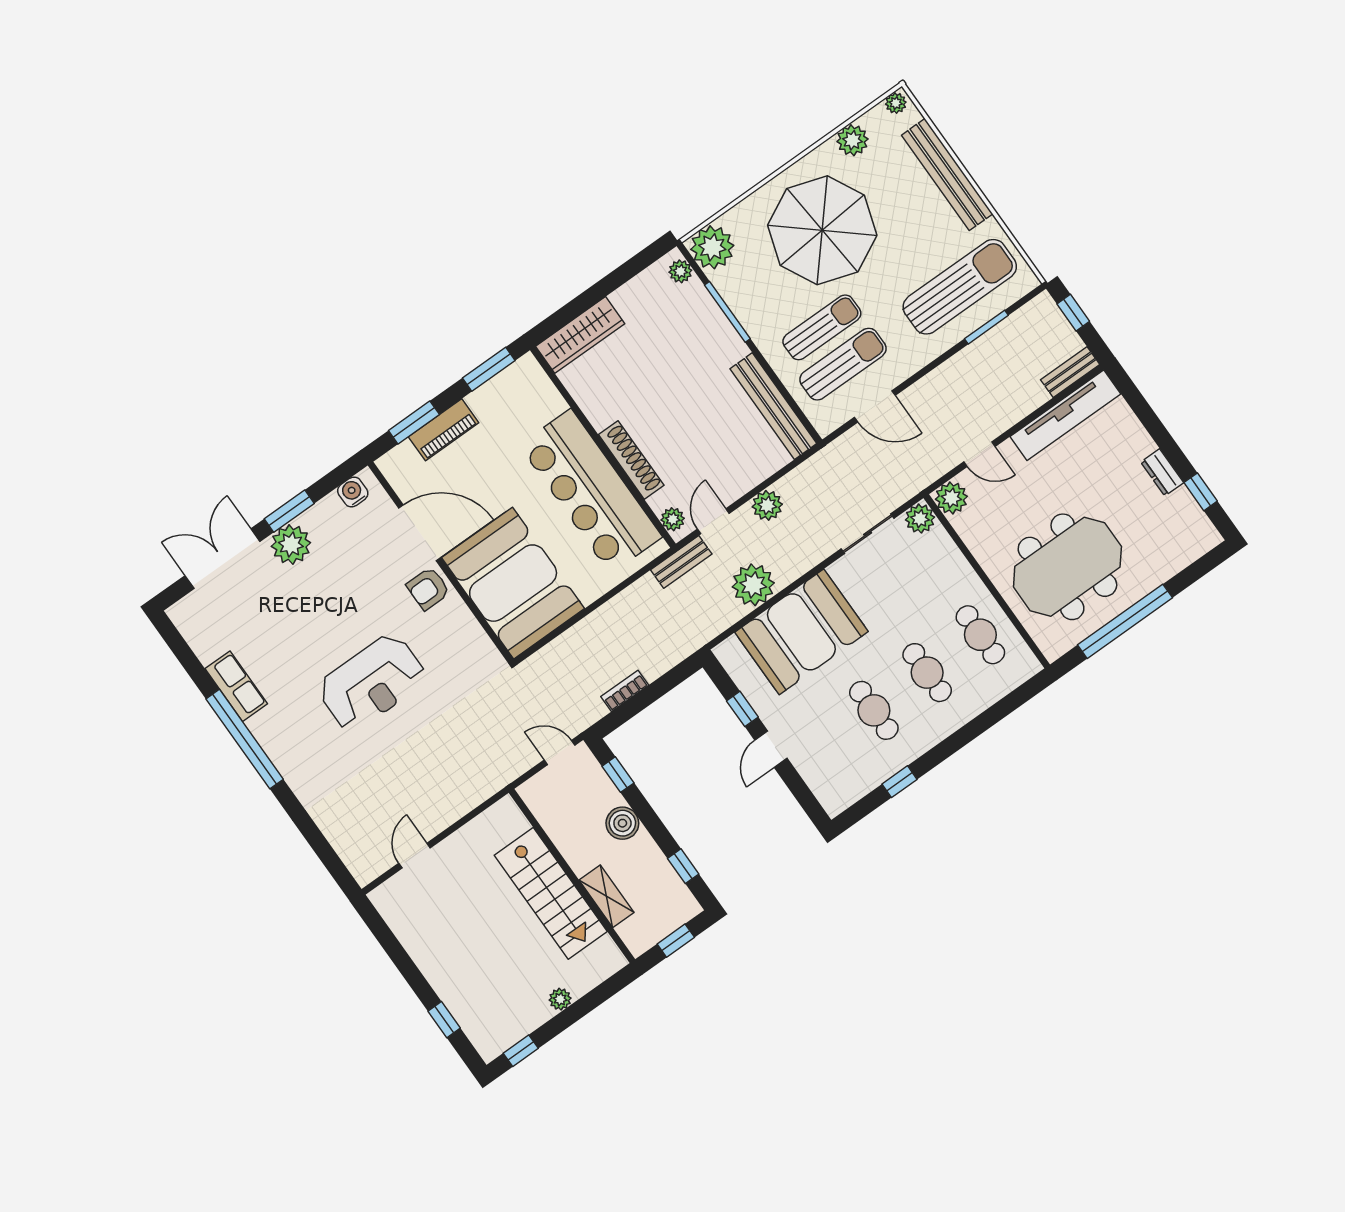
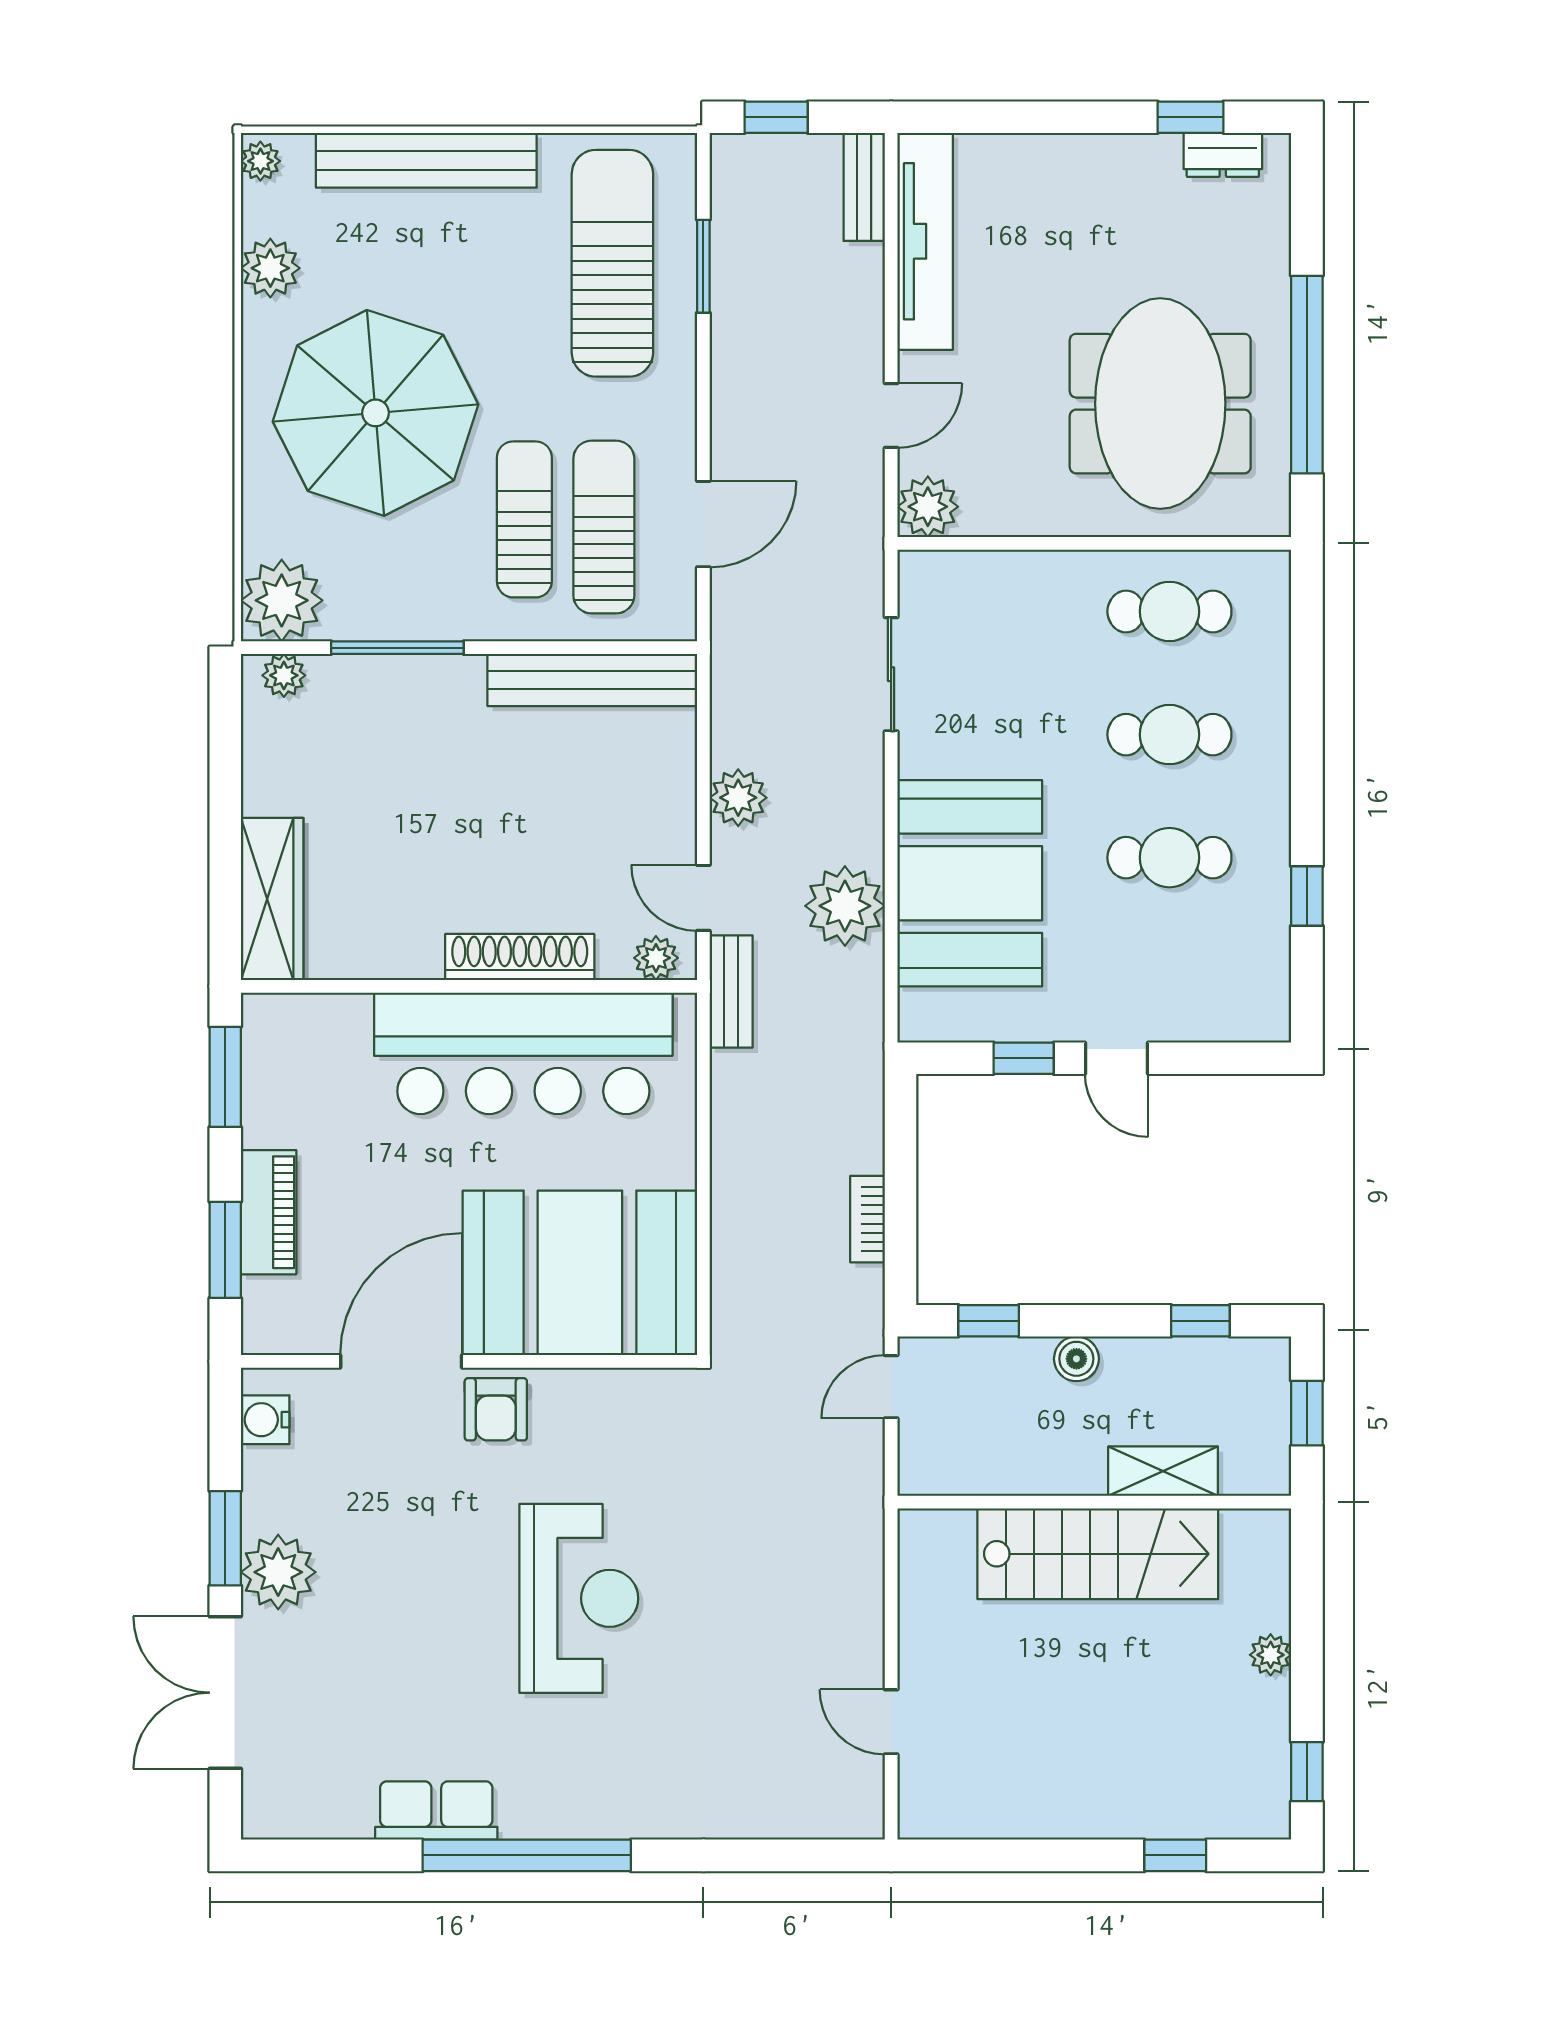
dresser: (1162, 472) -> (1223, 155), moved
plant: (920, 519) -> (925, 577), removed
boiler: (622, 823) -> (1076, 1359), width x0.73, depth x0.73

